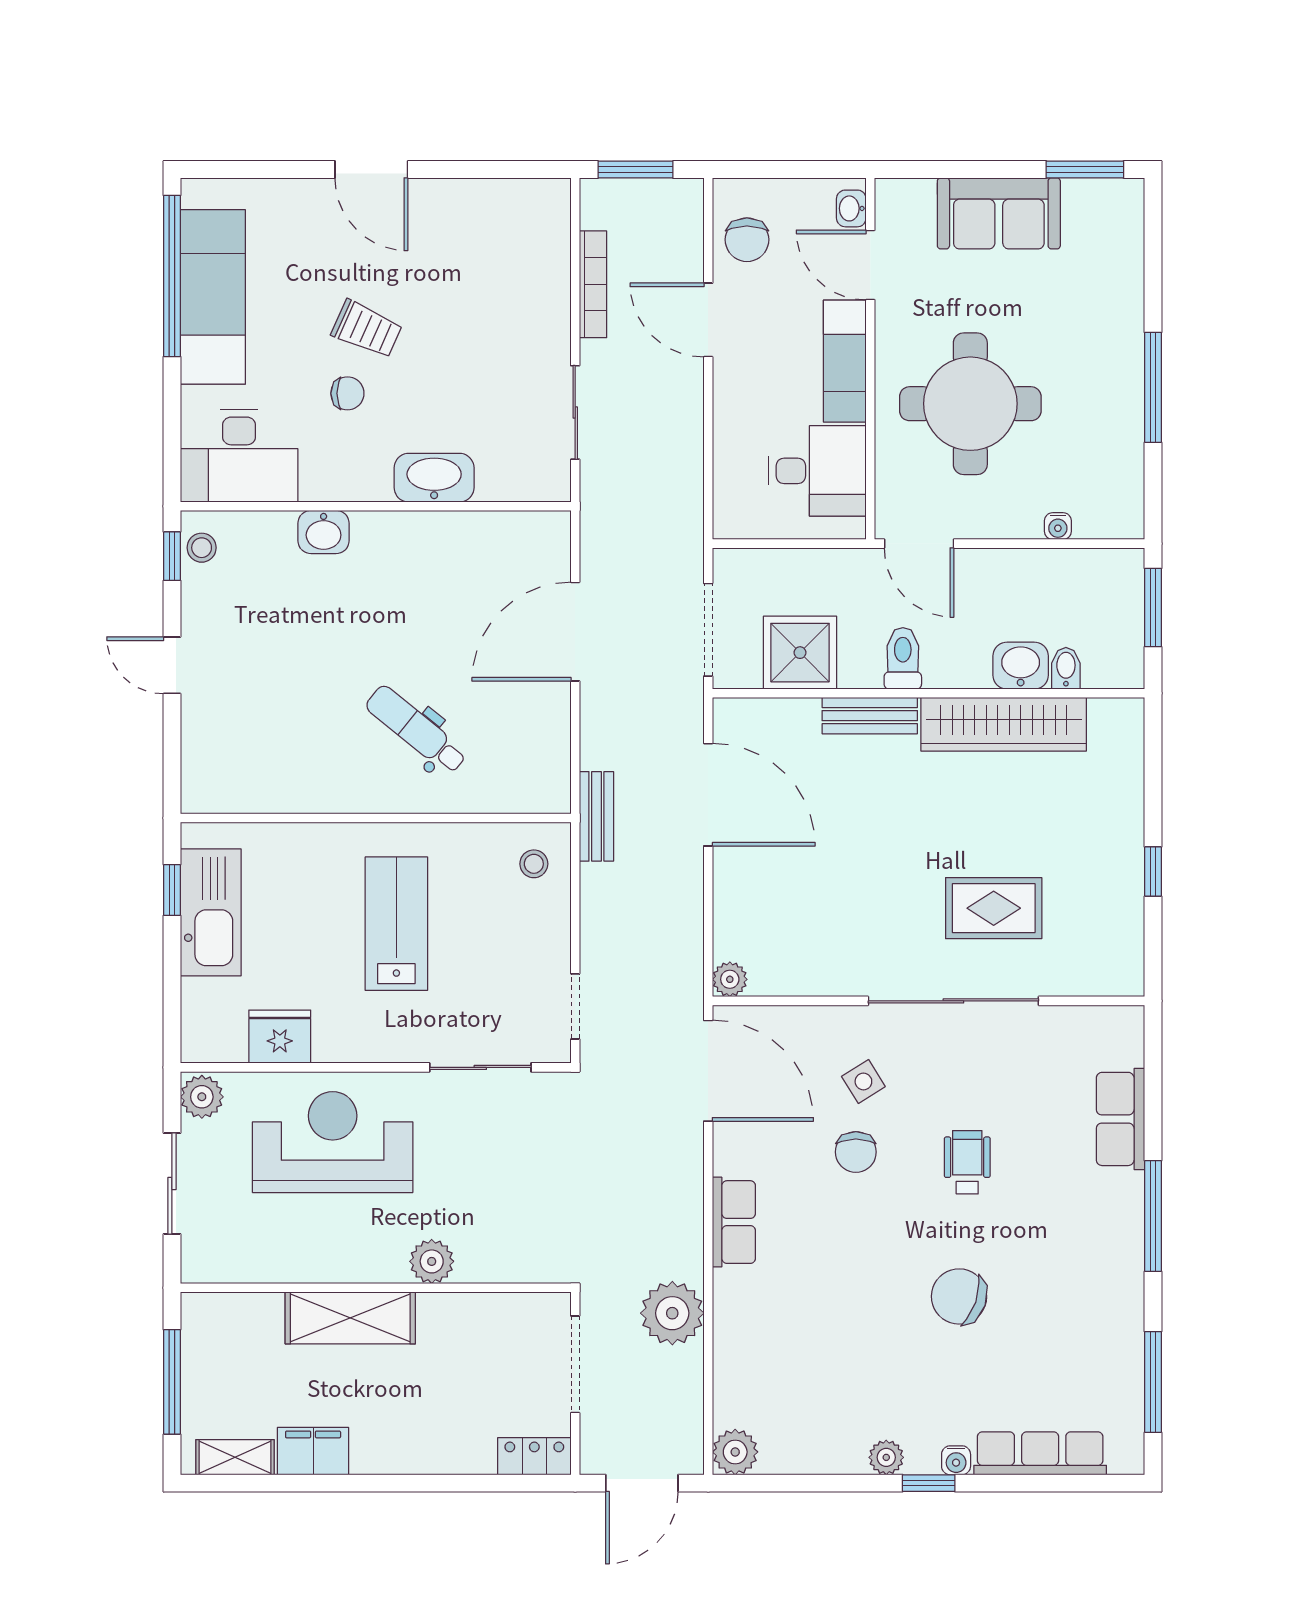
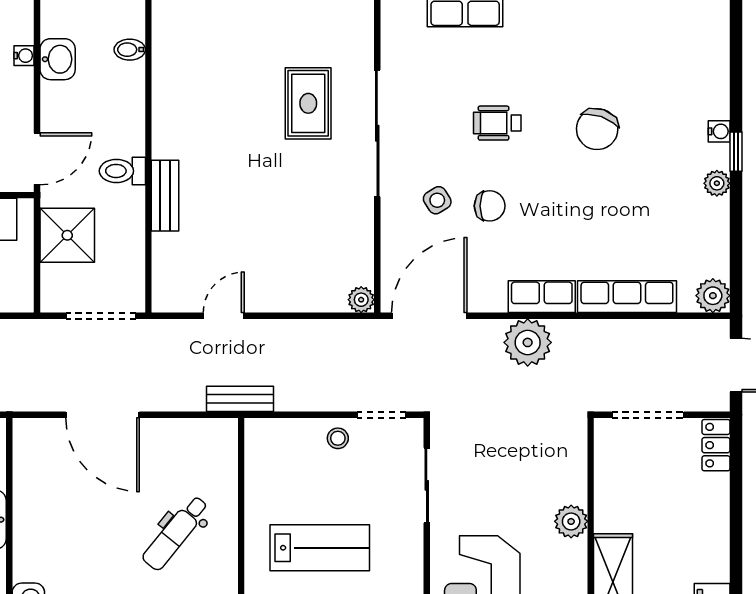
shower: (800, 653) -> (67, 235), moved
washbasin: (1021, 666) -> (58, 59), moved, turned 180
wardrobe: (1004, 724) -> (171, 96), removed
door: (708, 795) -> (224, 316), width x0.53
stool: (534, 864) -> (338, 438), moved
lab bench: (396, 924) -> (320, 548), turned 180
plant: (672, 1313) -> (528, 342), moved
row of seats: (1040, 1453) -> (627, 297), moved, turned 90

